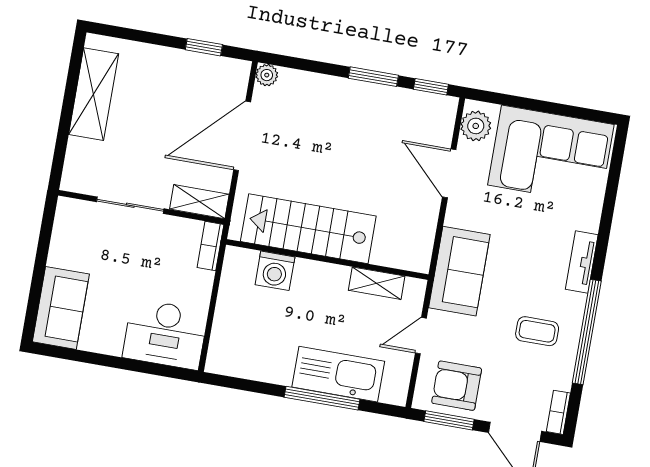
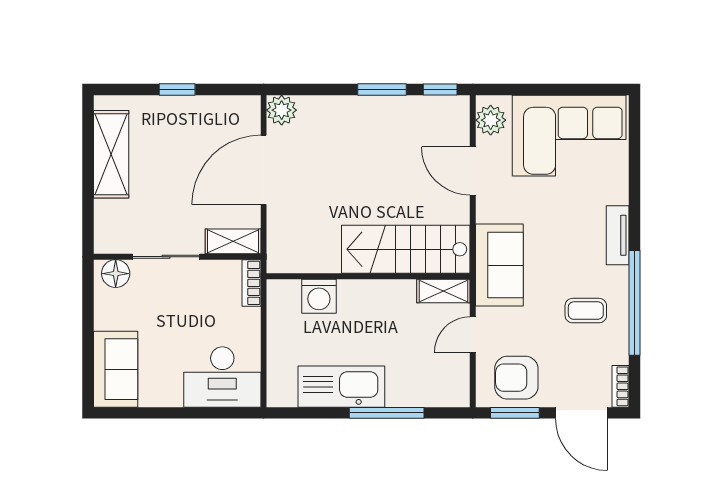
window: (204, 47) -> (177, 89), moved
plant: (267, 75) -> (282, 110), width x1.38, depth x1.38
floor lamp: (77, 213) -> (116, 274), added
stairs: (308, 229) -> (406, 249), moved
shelving: (377, 283) -> (443, 291), moved
kitchen sink: (338, 374) -> (341, 387), moved

